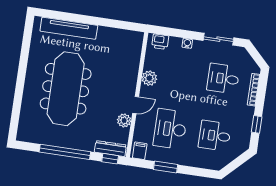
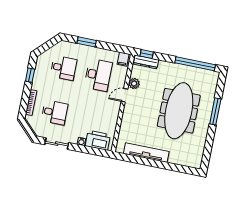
tv unit: (69, 28) -> (146, 153), moved
printer: (160, 42) -> (98, 140), width x1.87, depth x1.48
plant: (149, 78) -> (113, 116), removed
window: (19, 90) -> (215, 111), added
window: (65, 152) -> (195, 64), moved
window: (166, 167) -> (87, 42), moved

